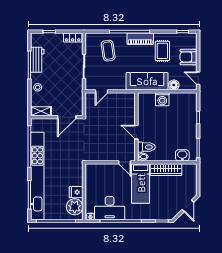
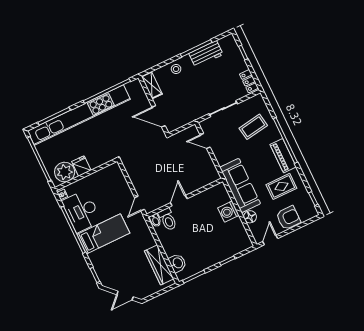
armchair: (188, 57) -> (288, 218), turned 90
wardrobe: (166, 170) -> (159, 265), moved
bed: (141, 183) -> (103, 234), moved, turned 180

